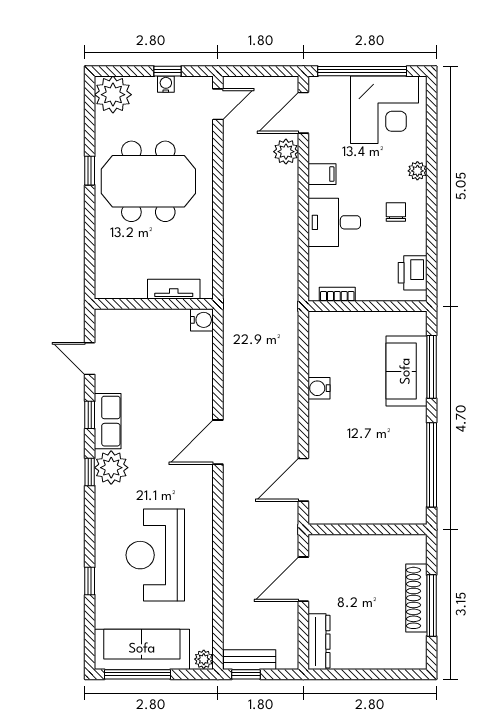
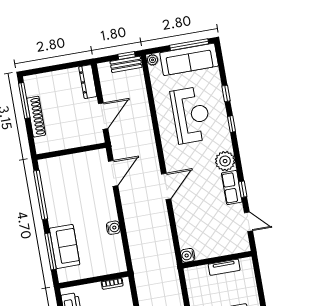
tv unit: (174, 289) -> (224, 267), moved
window: (90, 472) -> (231, 124), moved
window: (432, 606) -> (24, 101), moved

